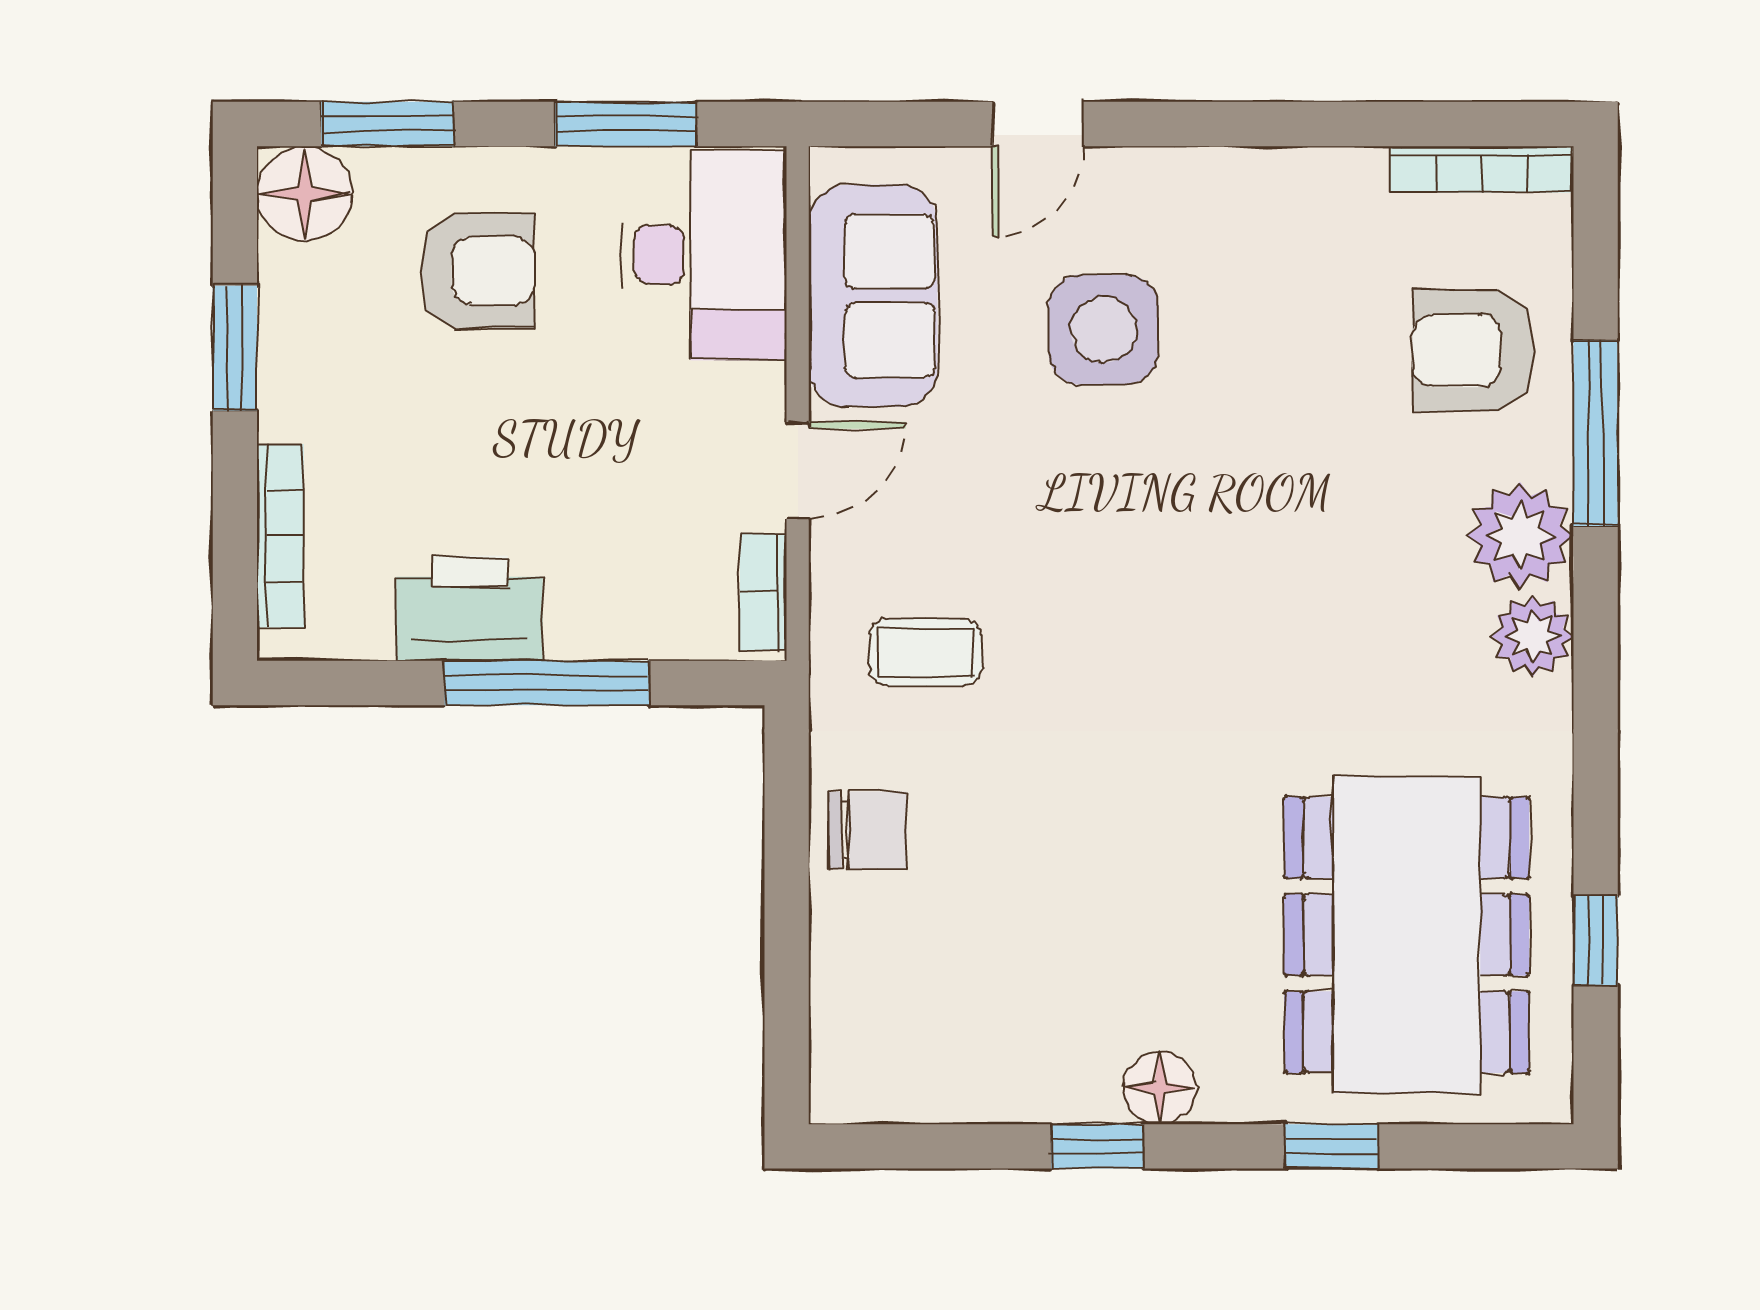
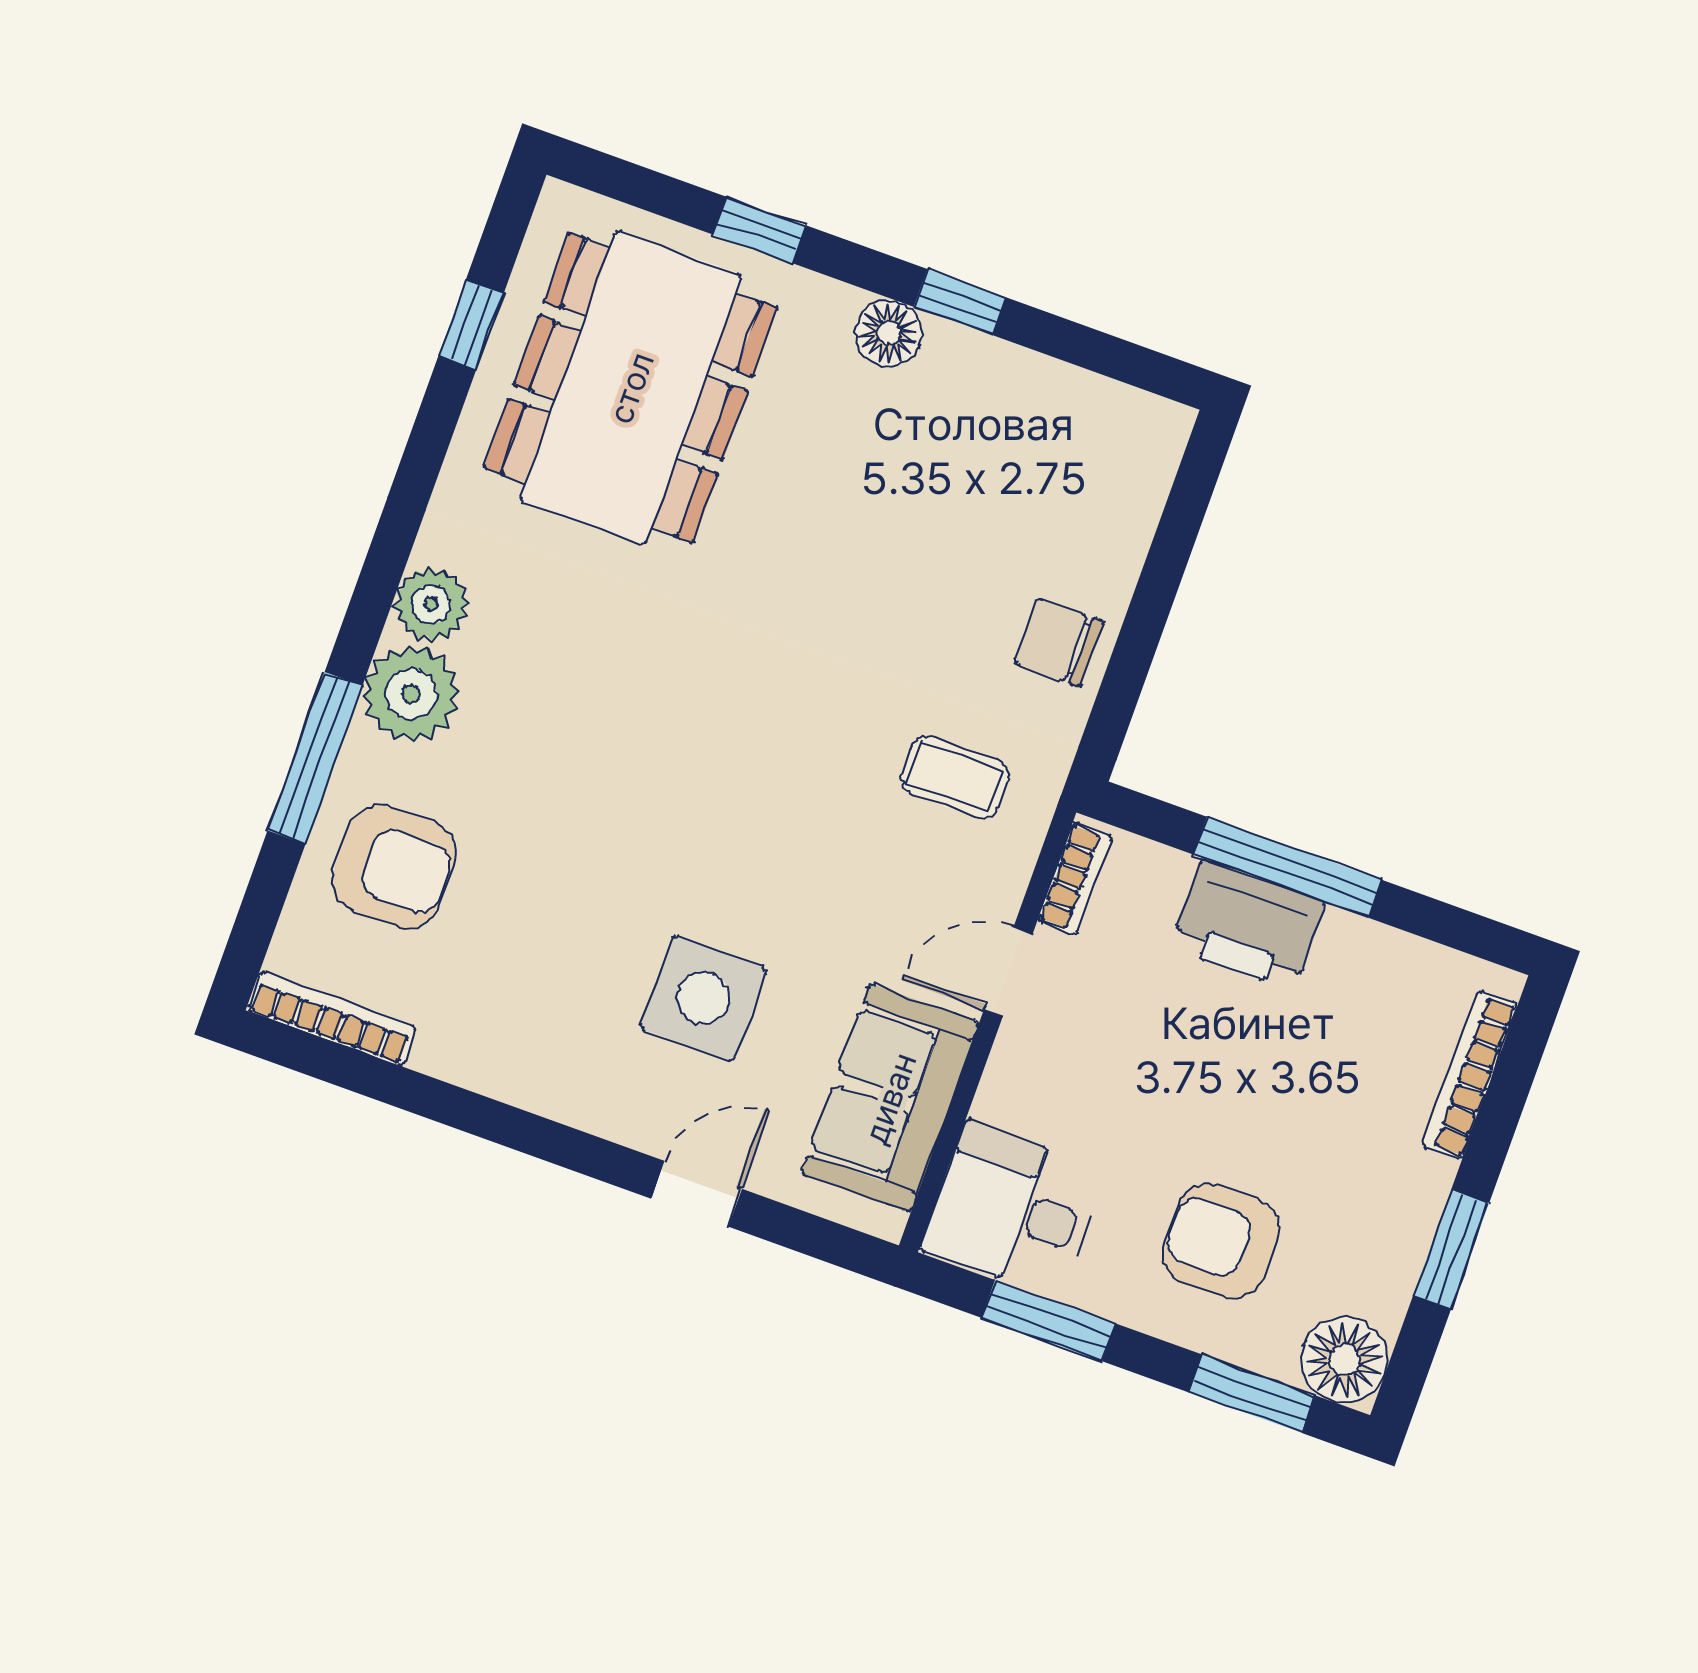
desk: (704, 255) -> (1013, 1209), width x0.73
printer: (470, 608) -> (1248, 925), moved

